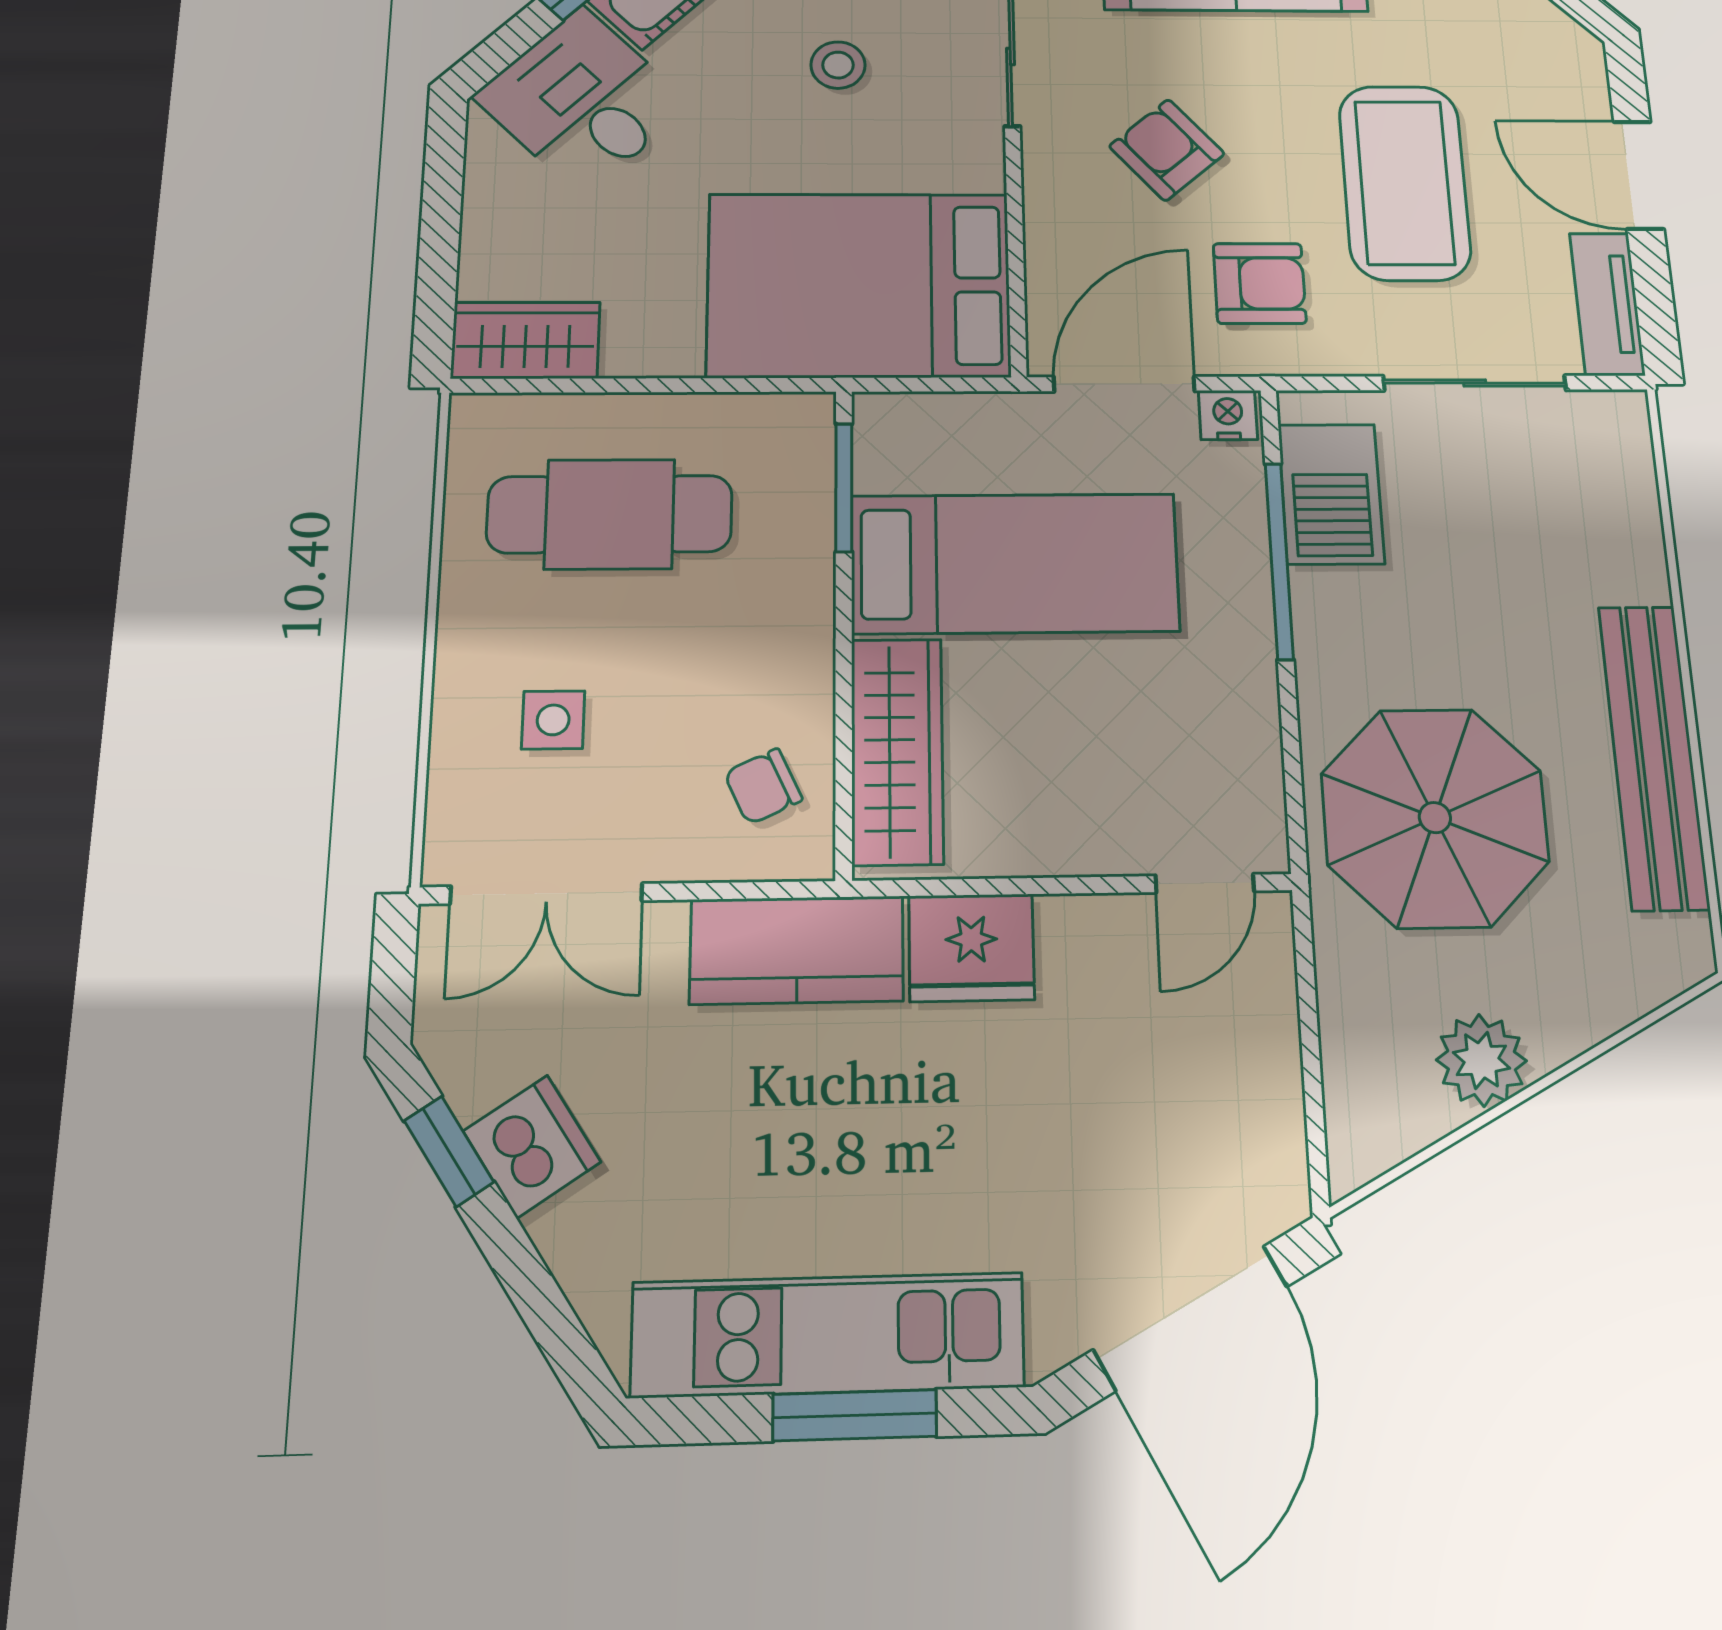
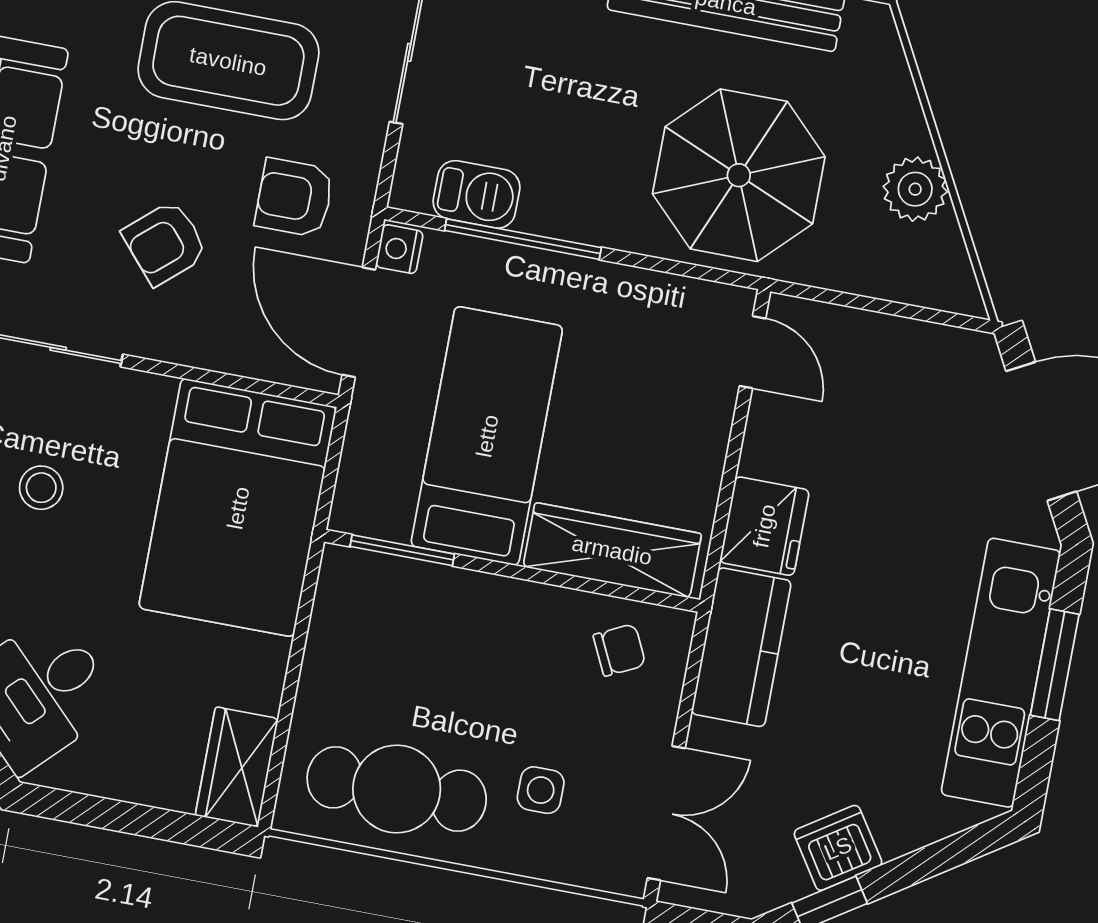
armchair: (1260, 283) -> (294, 198), turned -90
barbecue: (1331, 494) -> (476, 194), width x0.73, depth x0.79
cafe table: (610, 514) -> (397, 789), moved, turned 90
chair: (763, 786) -> (619, 650), turned -91

